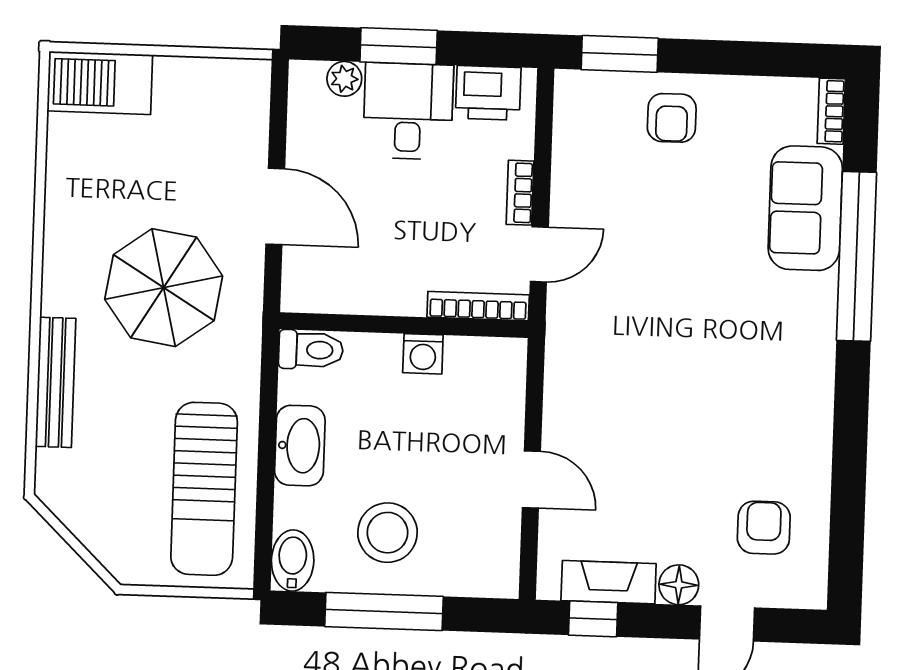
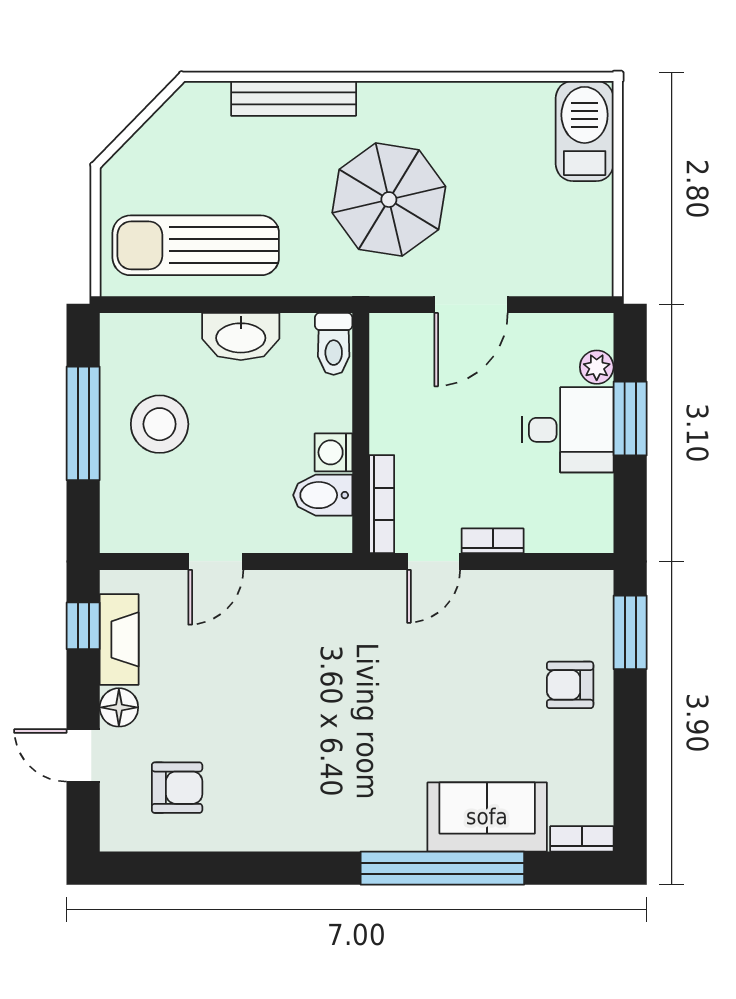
printer: (488, 93) -> (588, 507), removed
door: (539, 254) -> (434, 561), hinge flipped
bidet: (293, 560) -> (323, 495), moved, turned 180

